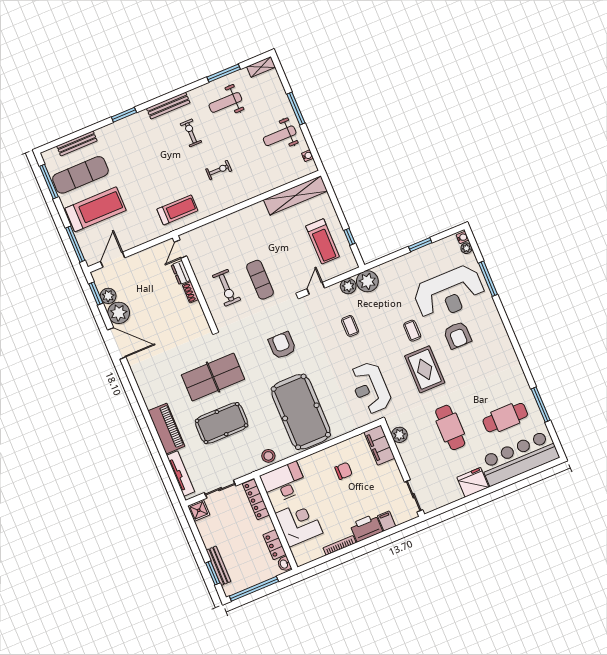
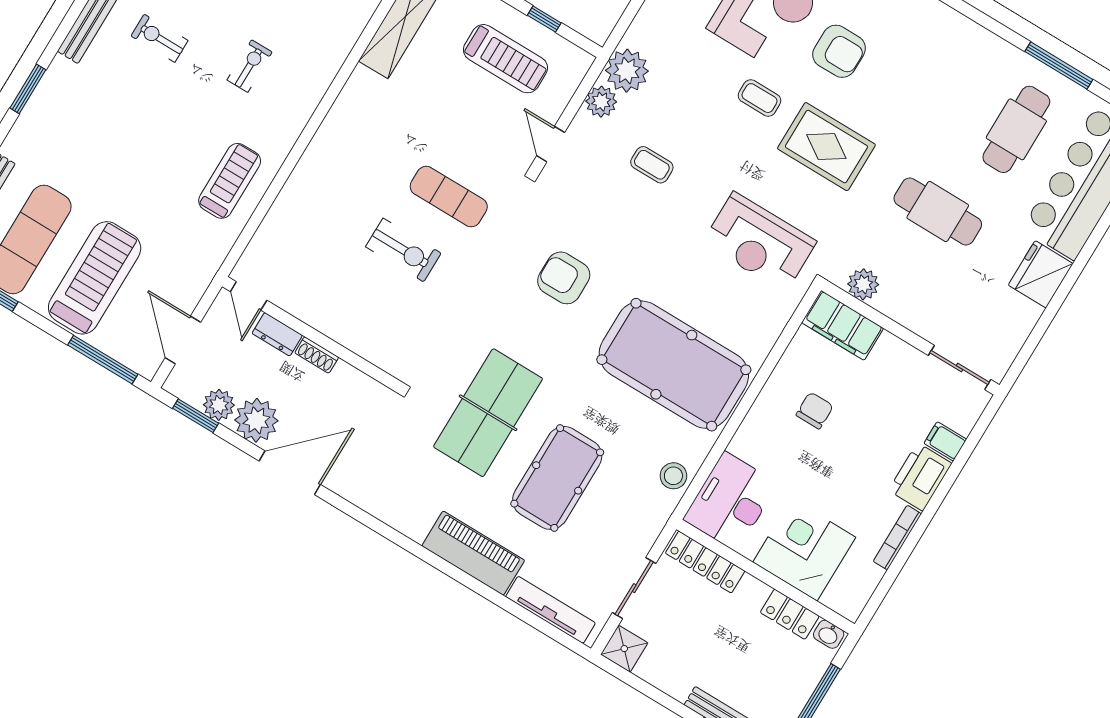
door: (181, 249) -> (249, 296), moved
dresser: (181, 273) -> (277, 334), moved
wall: (194, 282) -> (311, 334), moved
shoe rack: (190, 292) -> (317, 355), moved

